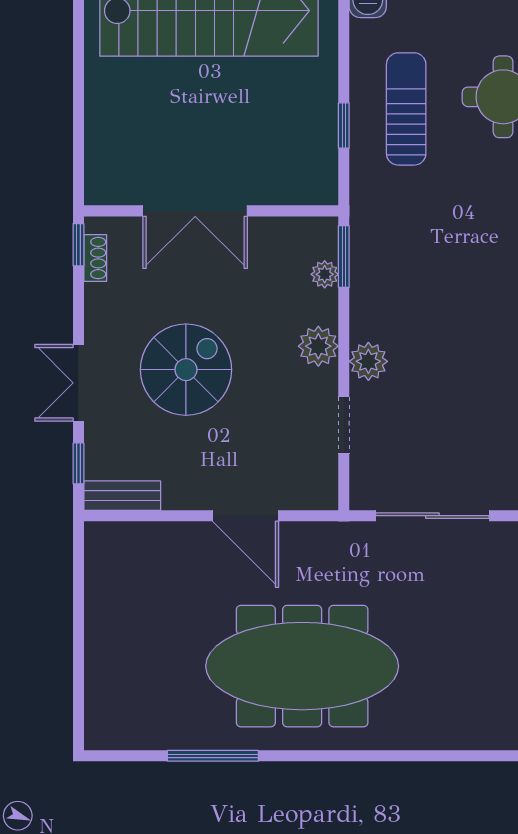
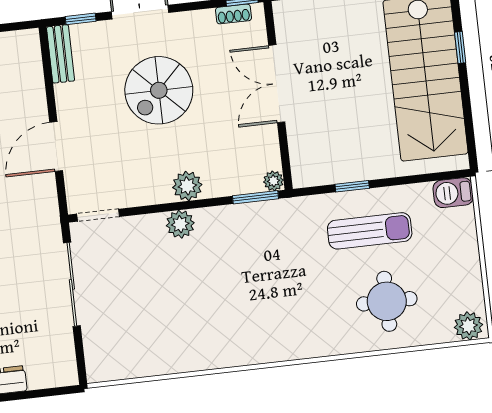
plant: (325, 274) -> (274, 181), moved
spiral stairs: (186, 370) -> (159, 90), turned 90
doorway: (344, 425) -> (98, 215), moved

